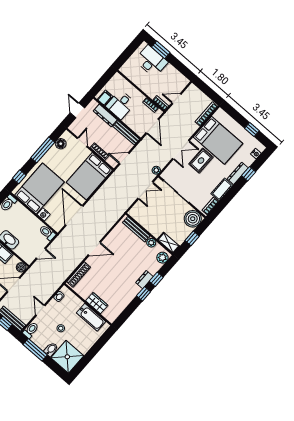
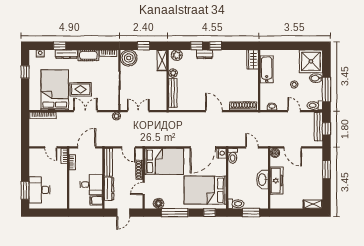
nightstand: (44, 214) -> (222, 153), moved
wardrobe: (97, 303) -> (253, 59), moved
door: (40, 310) -> (294, 111), swing flipped

